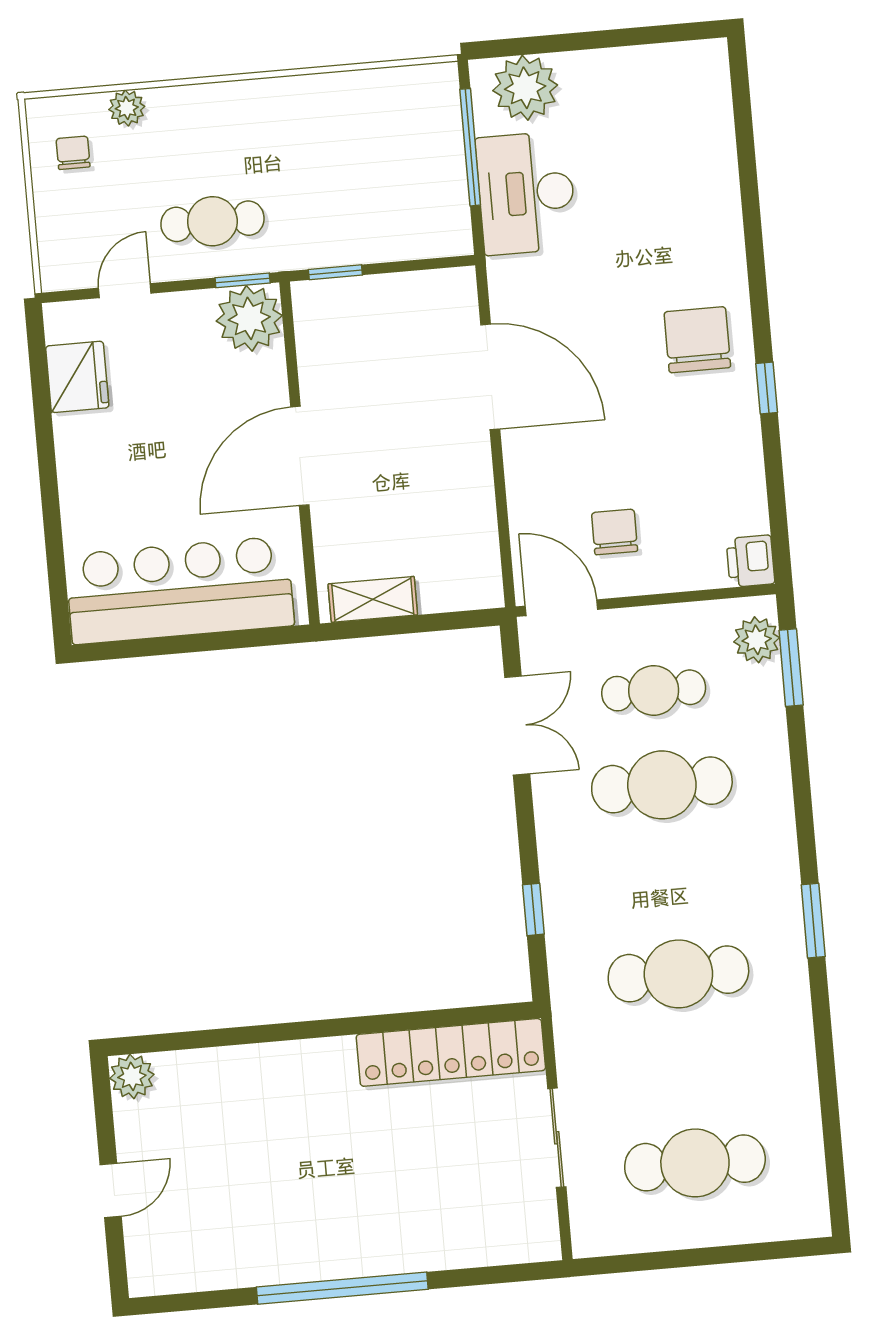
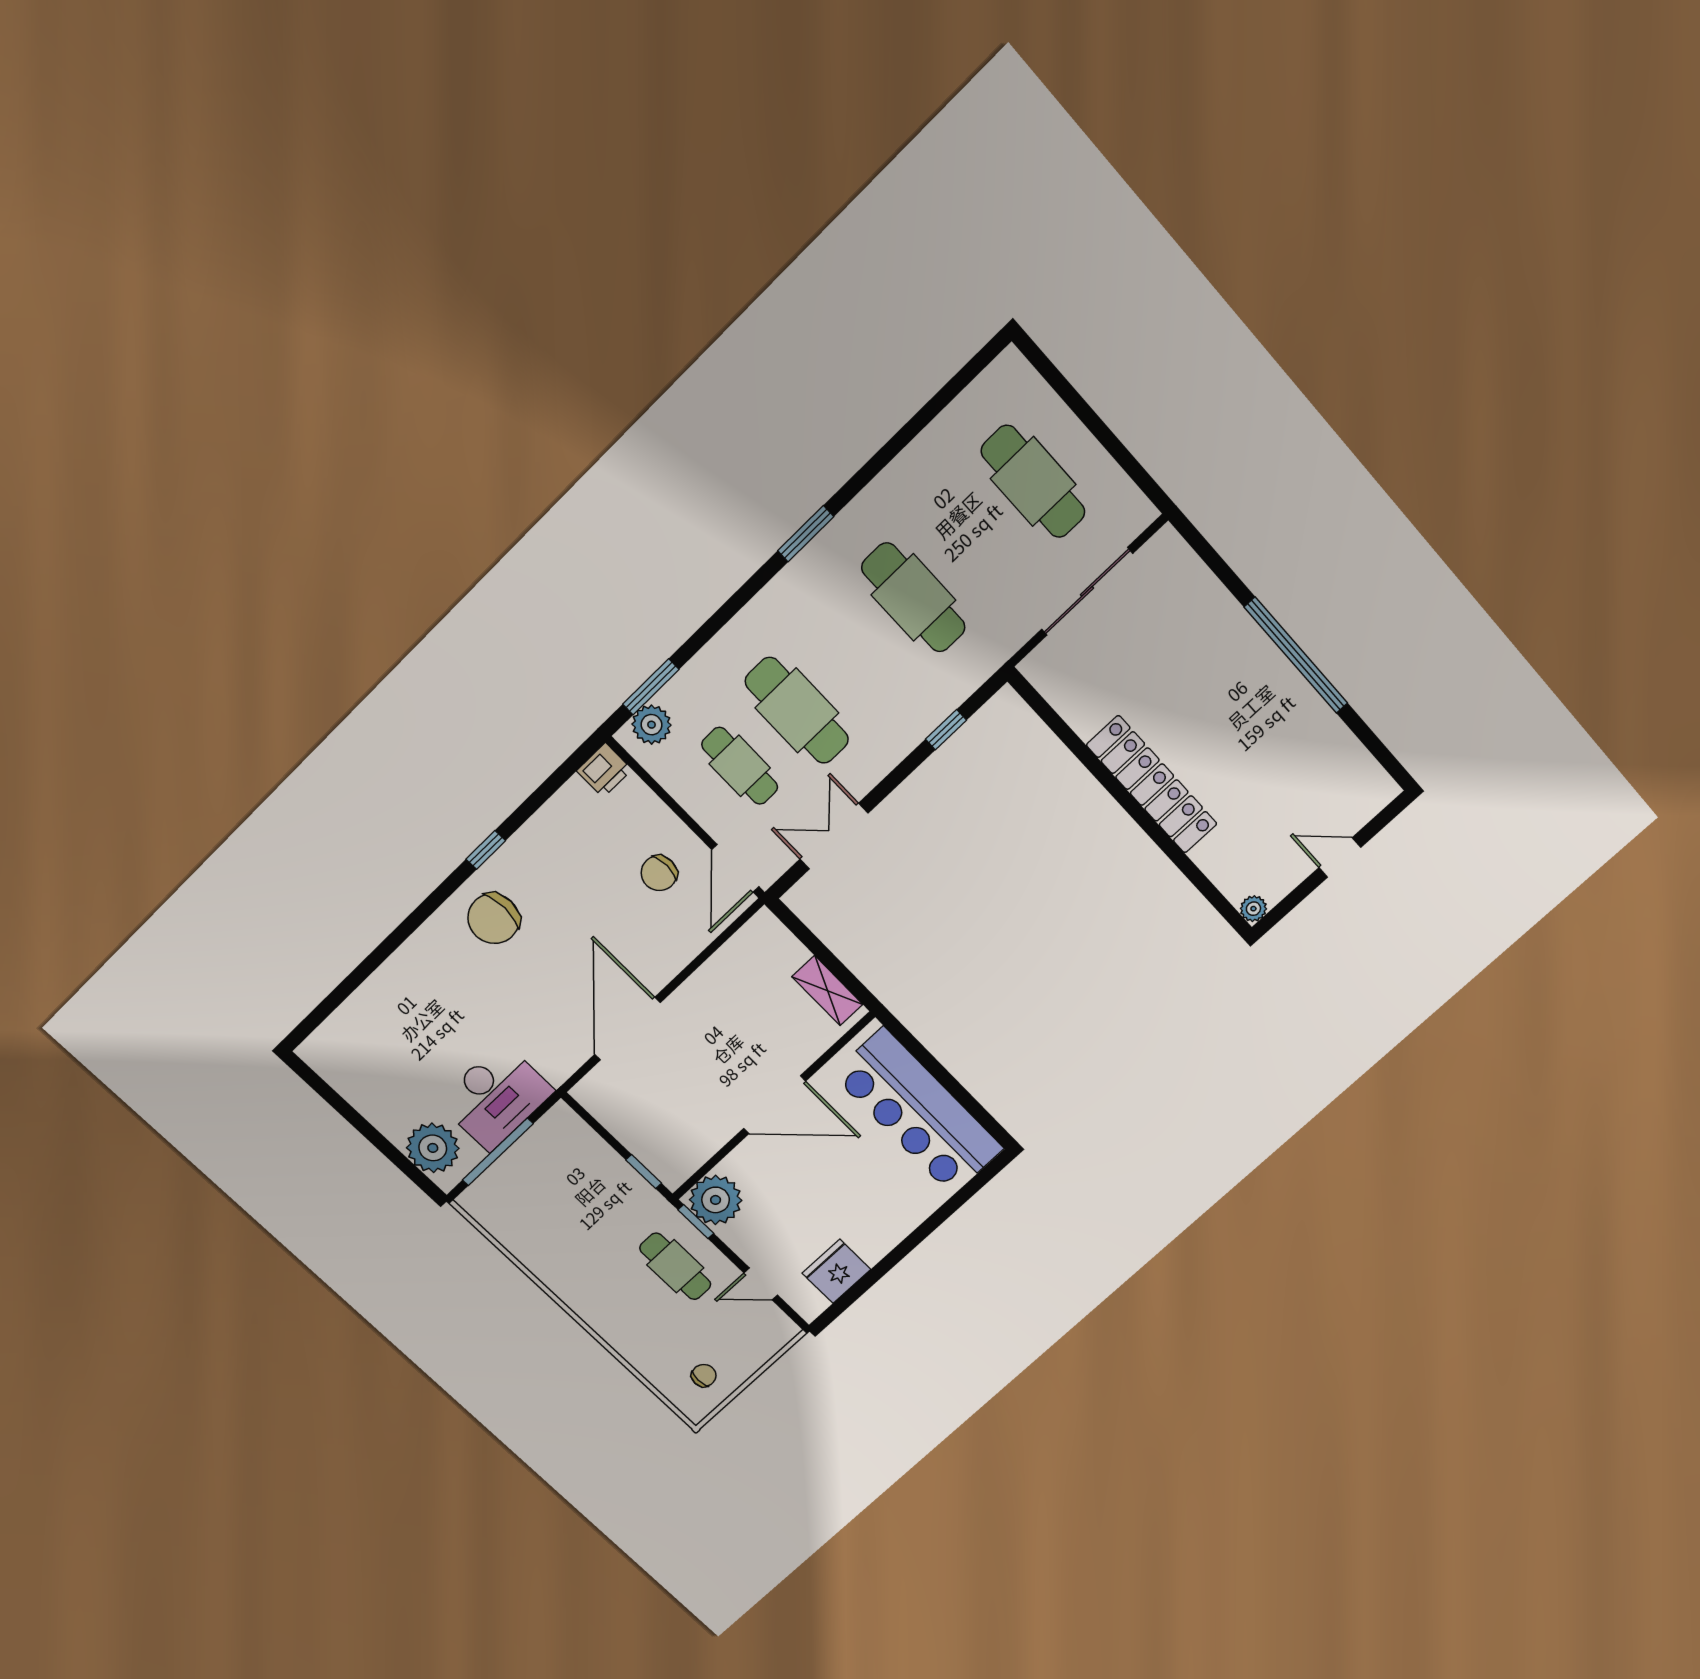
plant: (127, 108) -> (651, 1366), removed
chair: (73, 153) -> (704, 1376), turned 180
locker: (451, 1052) -> (1152, 785), moved
plant: (132, 1076) -> (1253, 909), width x0.73, depth x0.73
sliding door: (557, 1138) -> (1087, 591), width x1.37

